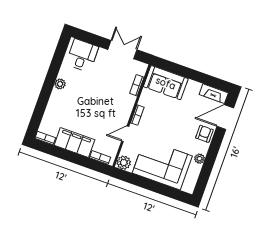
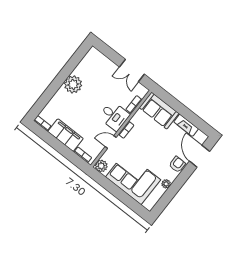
double door: (122, 50) -> (132, 70), swing flipped
desk: (82, 55) -> (114, 116), moved, turned 90
plant: (60, 84) -> (73, 84), width x1.87, depth x1.87
fireplace: (214, 94) -> (186, 125), moved
door: (225, 117) -> (199, 156), hinge flipped

